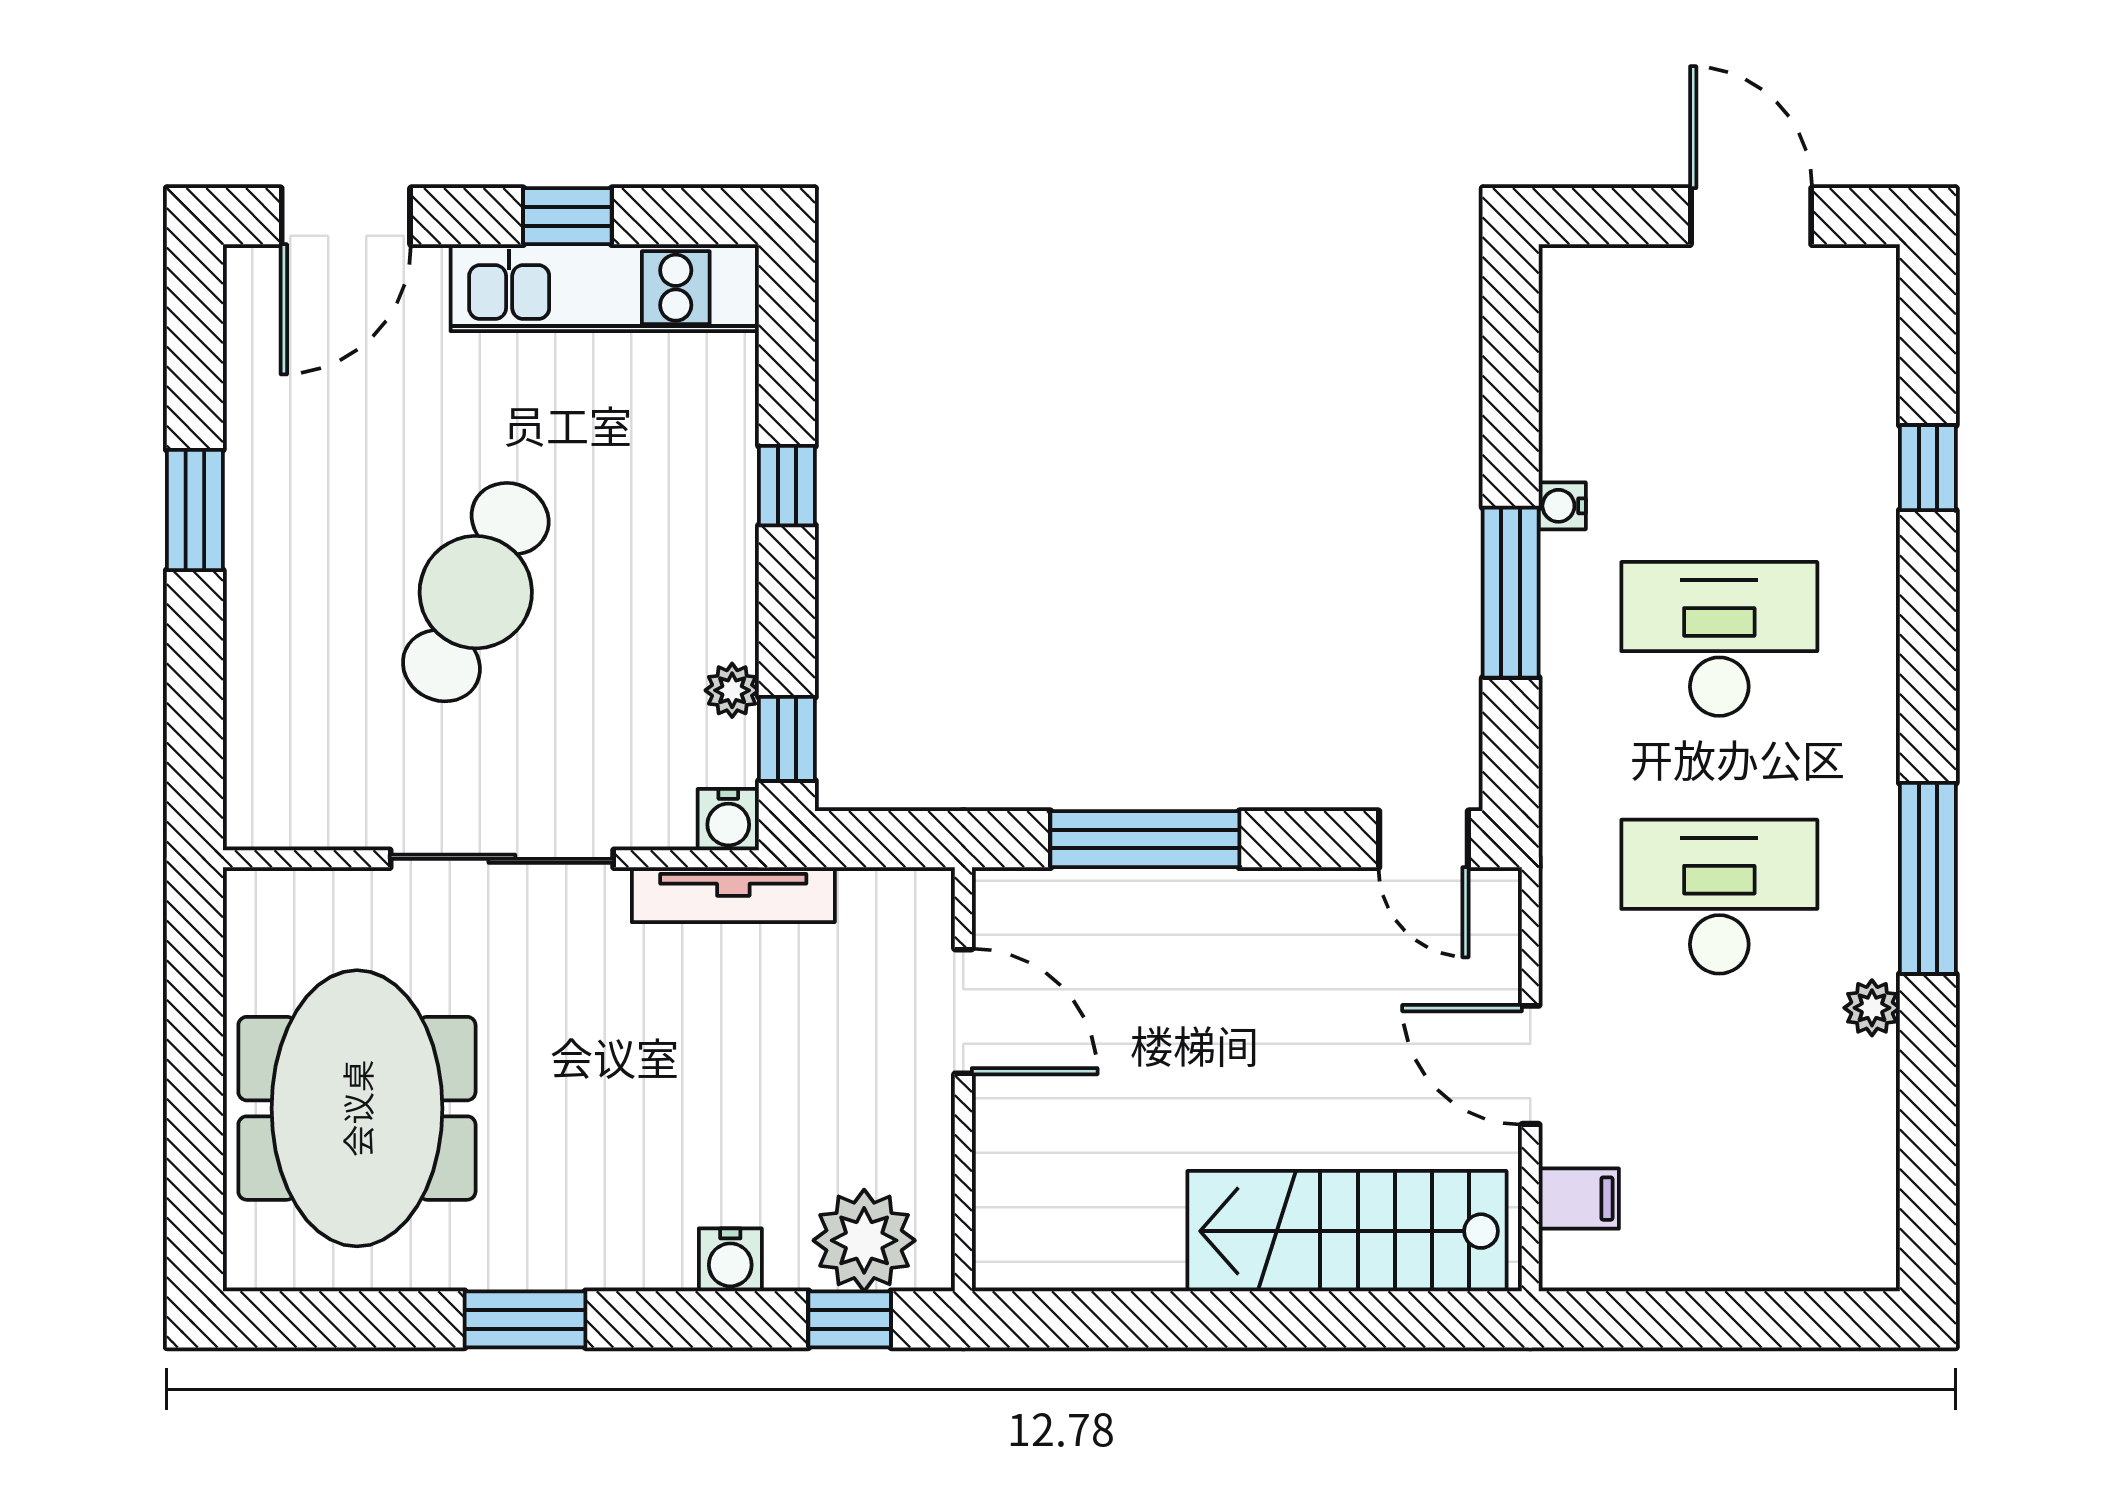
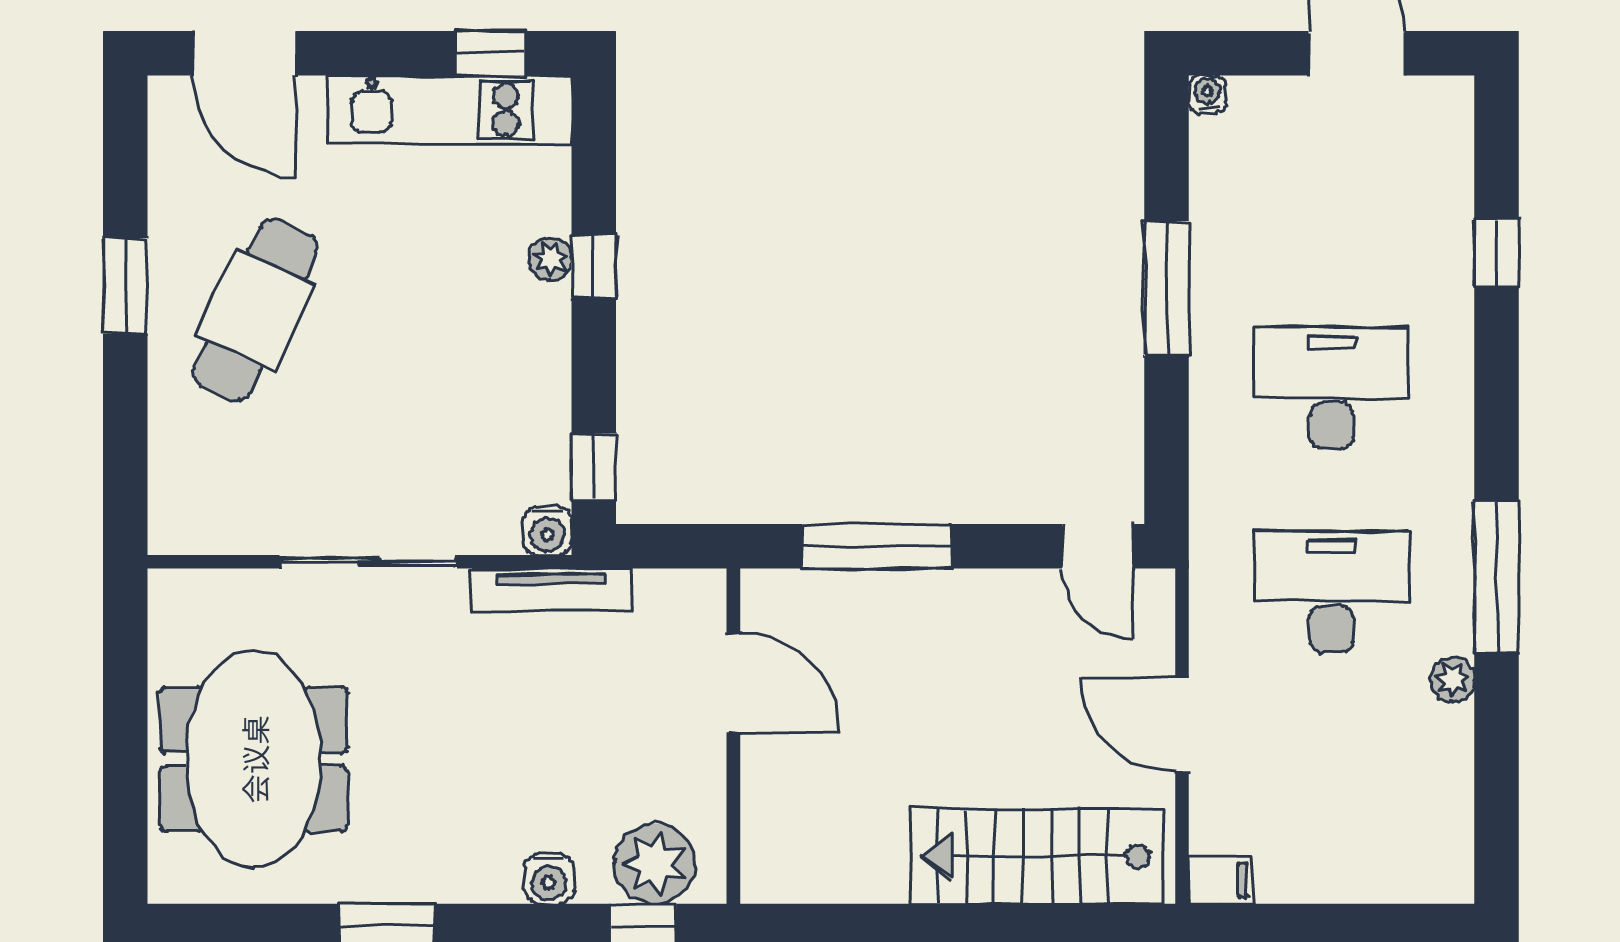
door: (346, 216) -> (245, 53), hinge flipped
window: (567, 216) -> (490, 53), moved
water cooler: (1562, 506) -> (1207, 94), moved, turned 90
cafe table: (476, 592) -> (255, 310), moved
window: (1511, 593) -> (1166, 288), moved
plant: (732, 690) -> (550, 259), moved
filing cabinet: (1579, 1199) -> (1220, 880), moved

